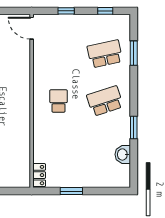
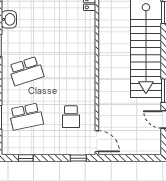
window: (66, 11) -> (78, 158), moved
school desk: (58, 101) -> (71, 117), moved

